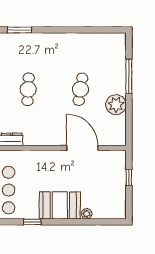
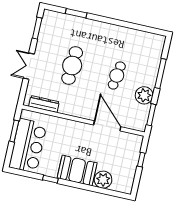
cafe table: (28, 89) -> (72, 65), width x1.37, depth x1.35
window: (129, 125) -> (151, 115), added
plant: (87, 214) -> (103, 180), width x1.88, depth x1.88

